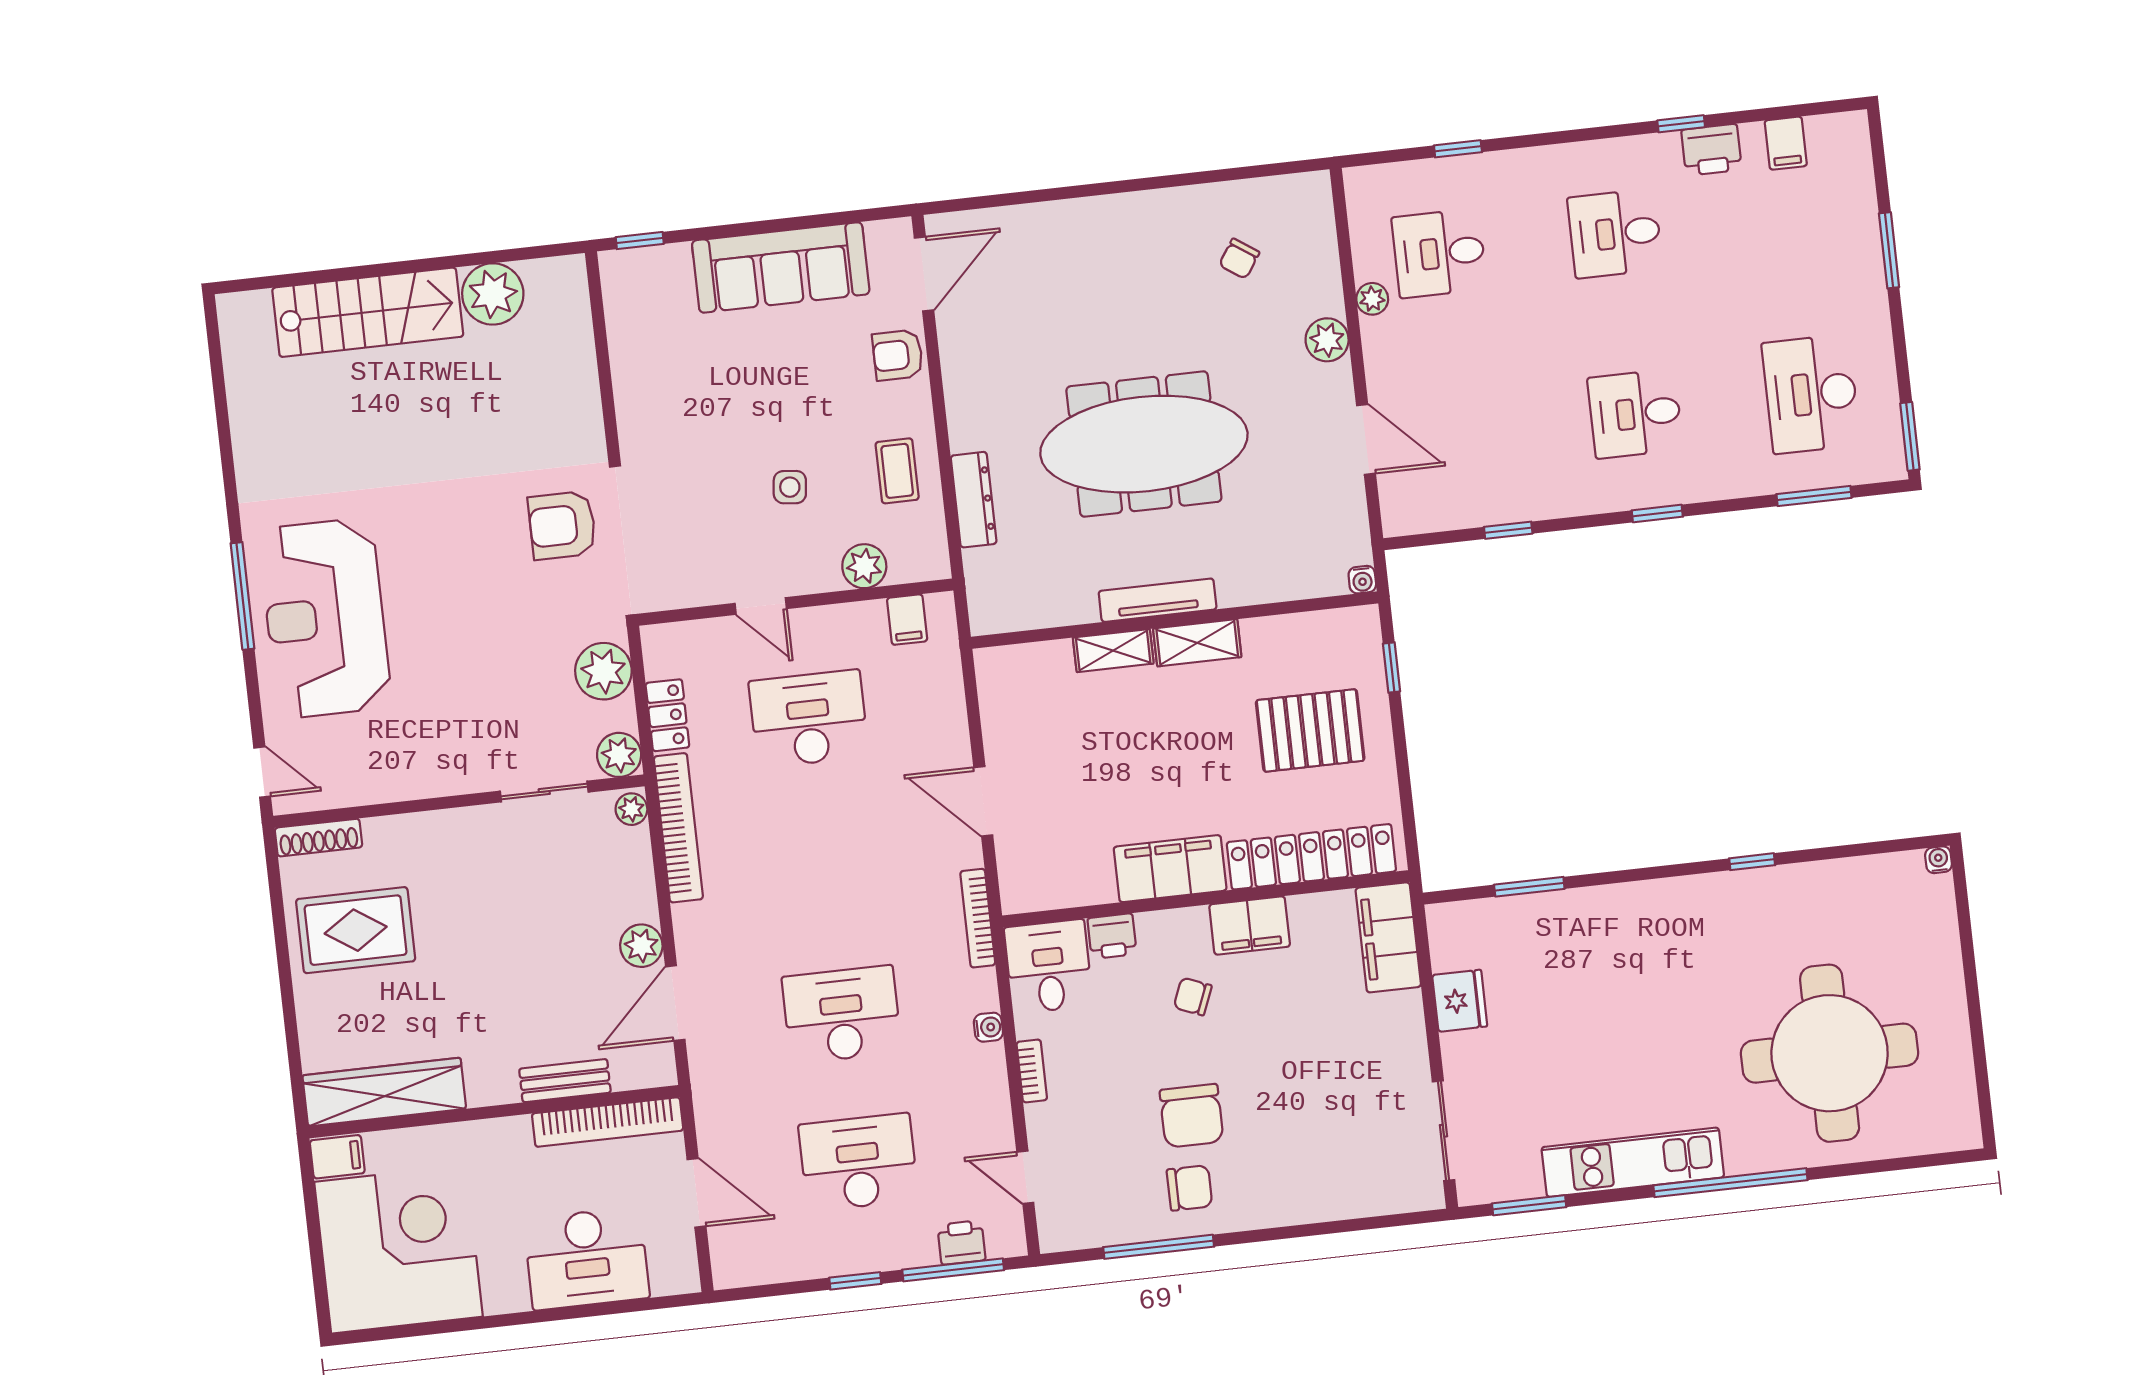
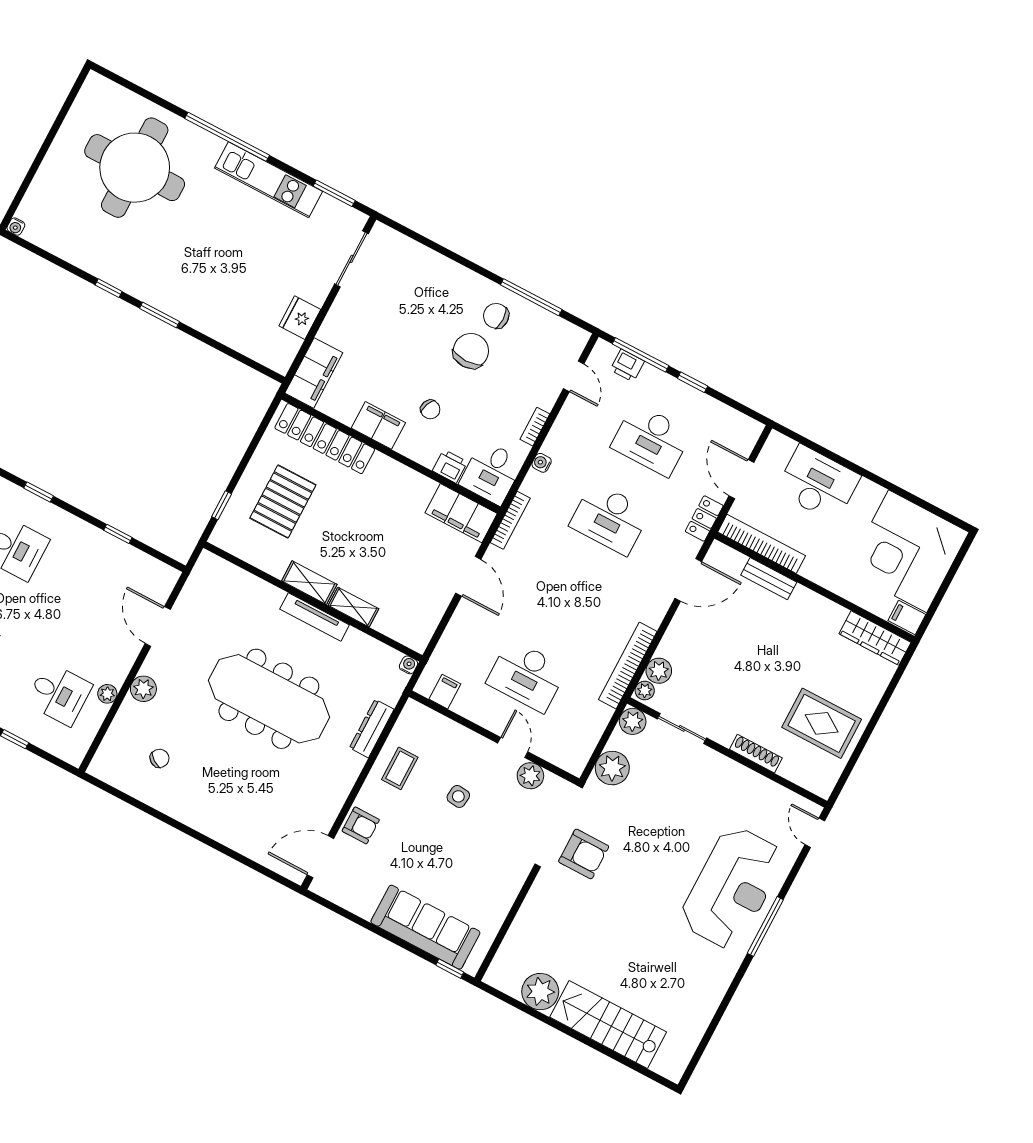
sofa: (781, 267) -> (425, 927), moved
plant: (864, 566) -> (530, 776), moved
water cooler: (1362, 580) -> (409, 665), moved
locker: (667, 715) -> (704, 518), moved
pallet: (1310, 730) -> (283, 501), turned 90
shoe rack: (318, 838) -> (756, 754), moved
filing cabinet: (1170, 869) -> (461, 513), moved
window: (1529, 887) -> (160, 315), moved
plant: (641, 946) -> (659, 671), moved
wardrobe: (384, 1092) -> (875, 638), width x0.71, depth x0.85

